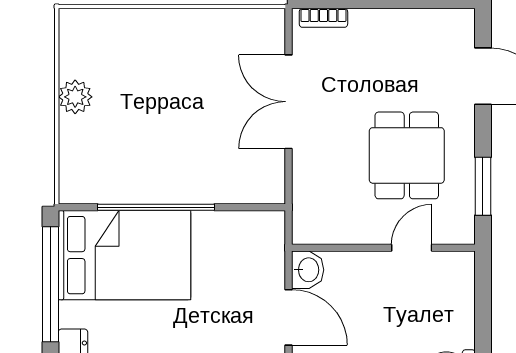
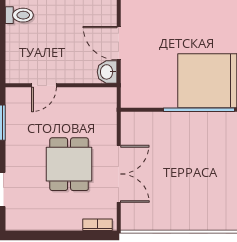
dining table: (407, 155) -> (69, 164), moved

